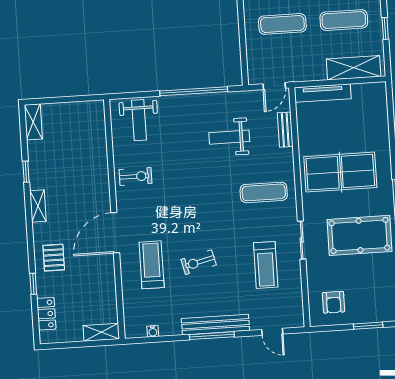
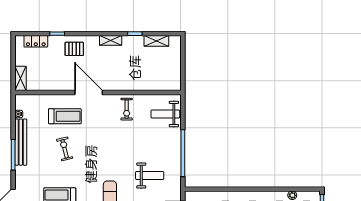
shelving: (33, 122) -> (156, 41), moved
weight bench: (229, 137) -> (150, 176), turned 90
bench: (215, 325) -> (21, 142), moved

